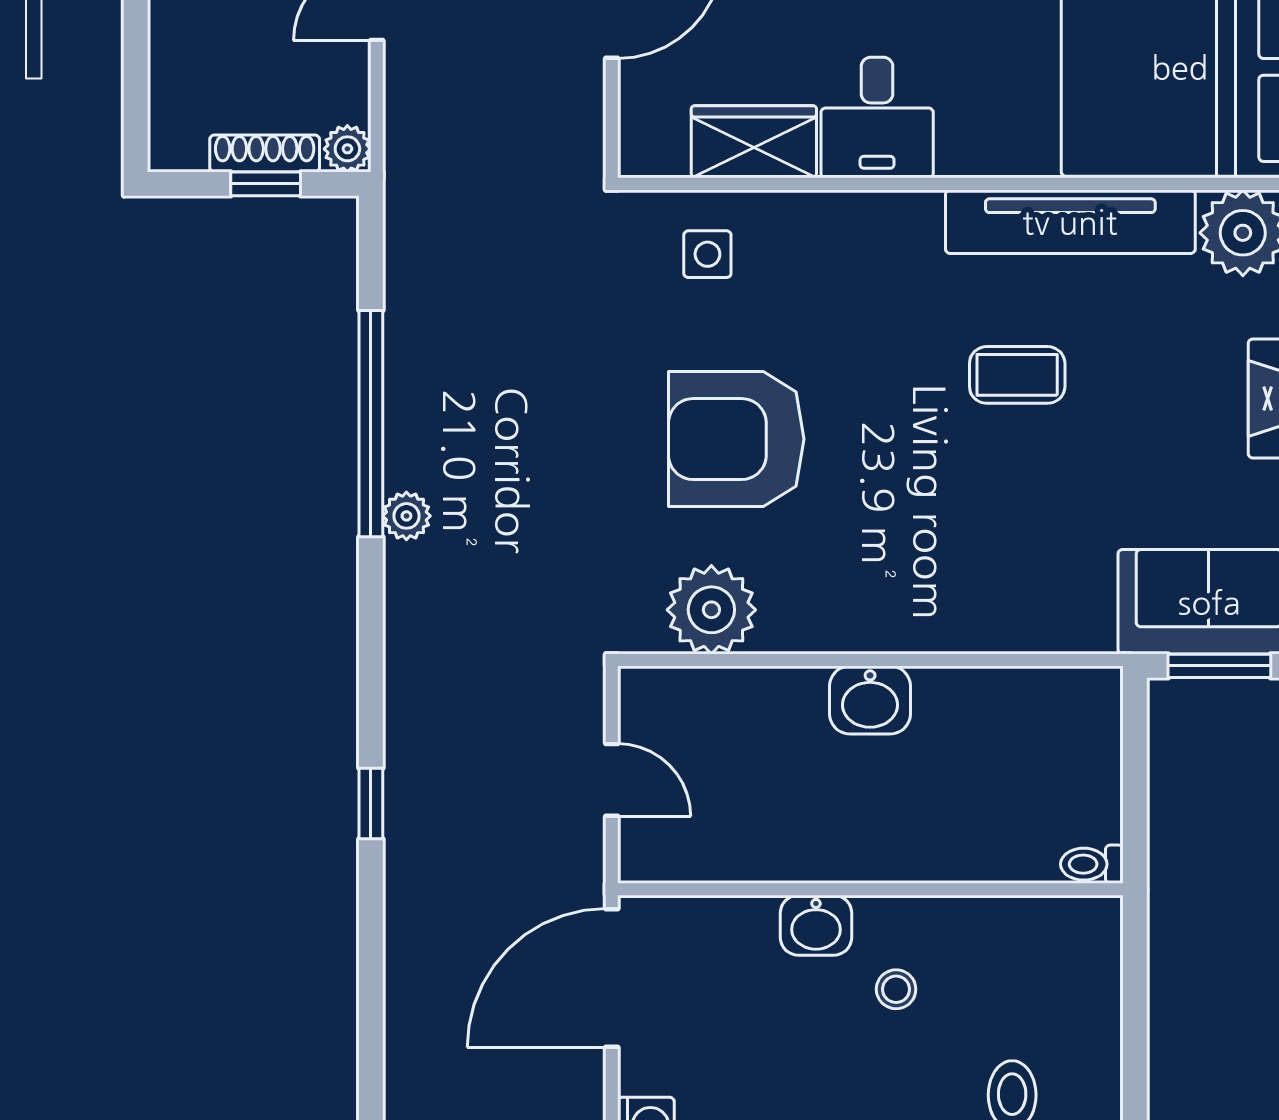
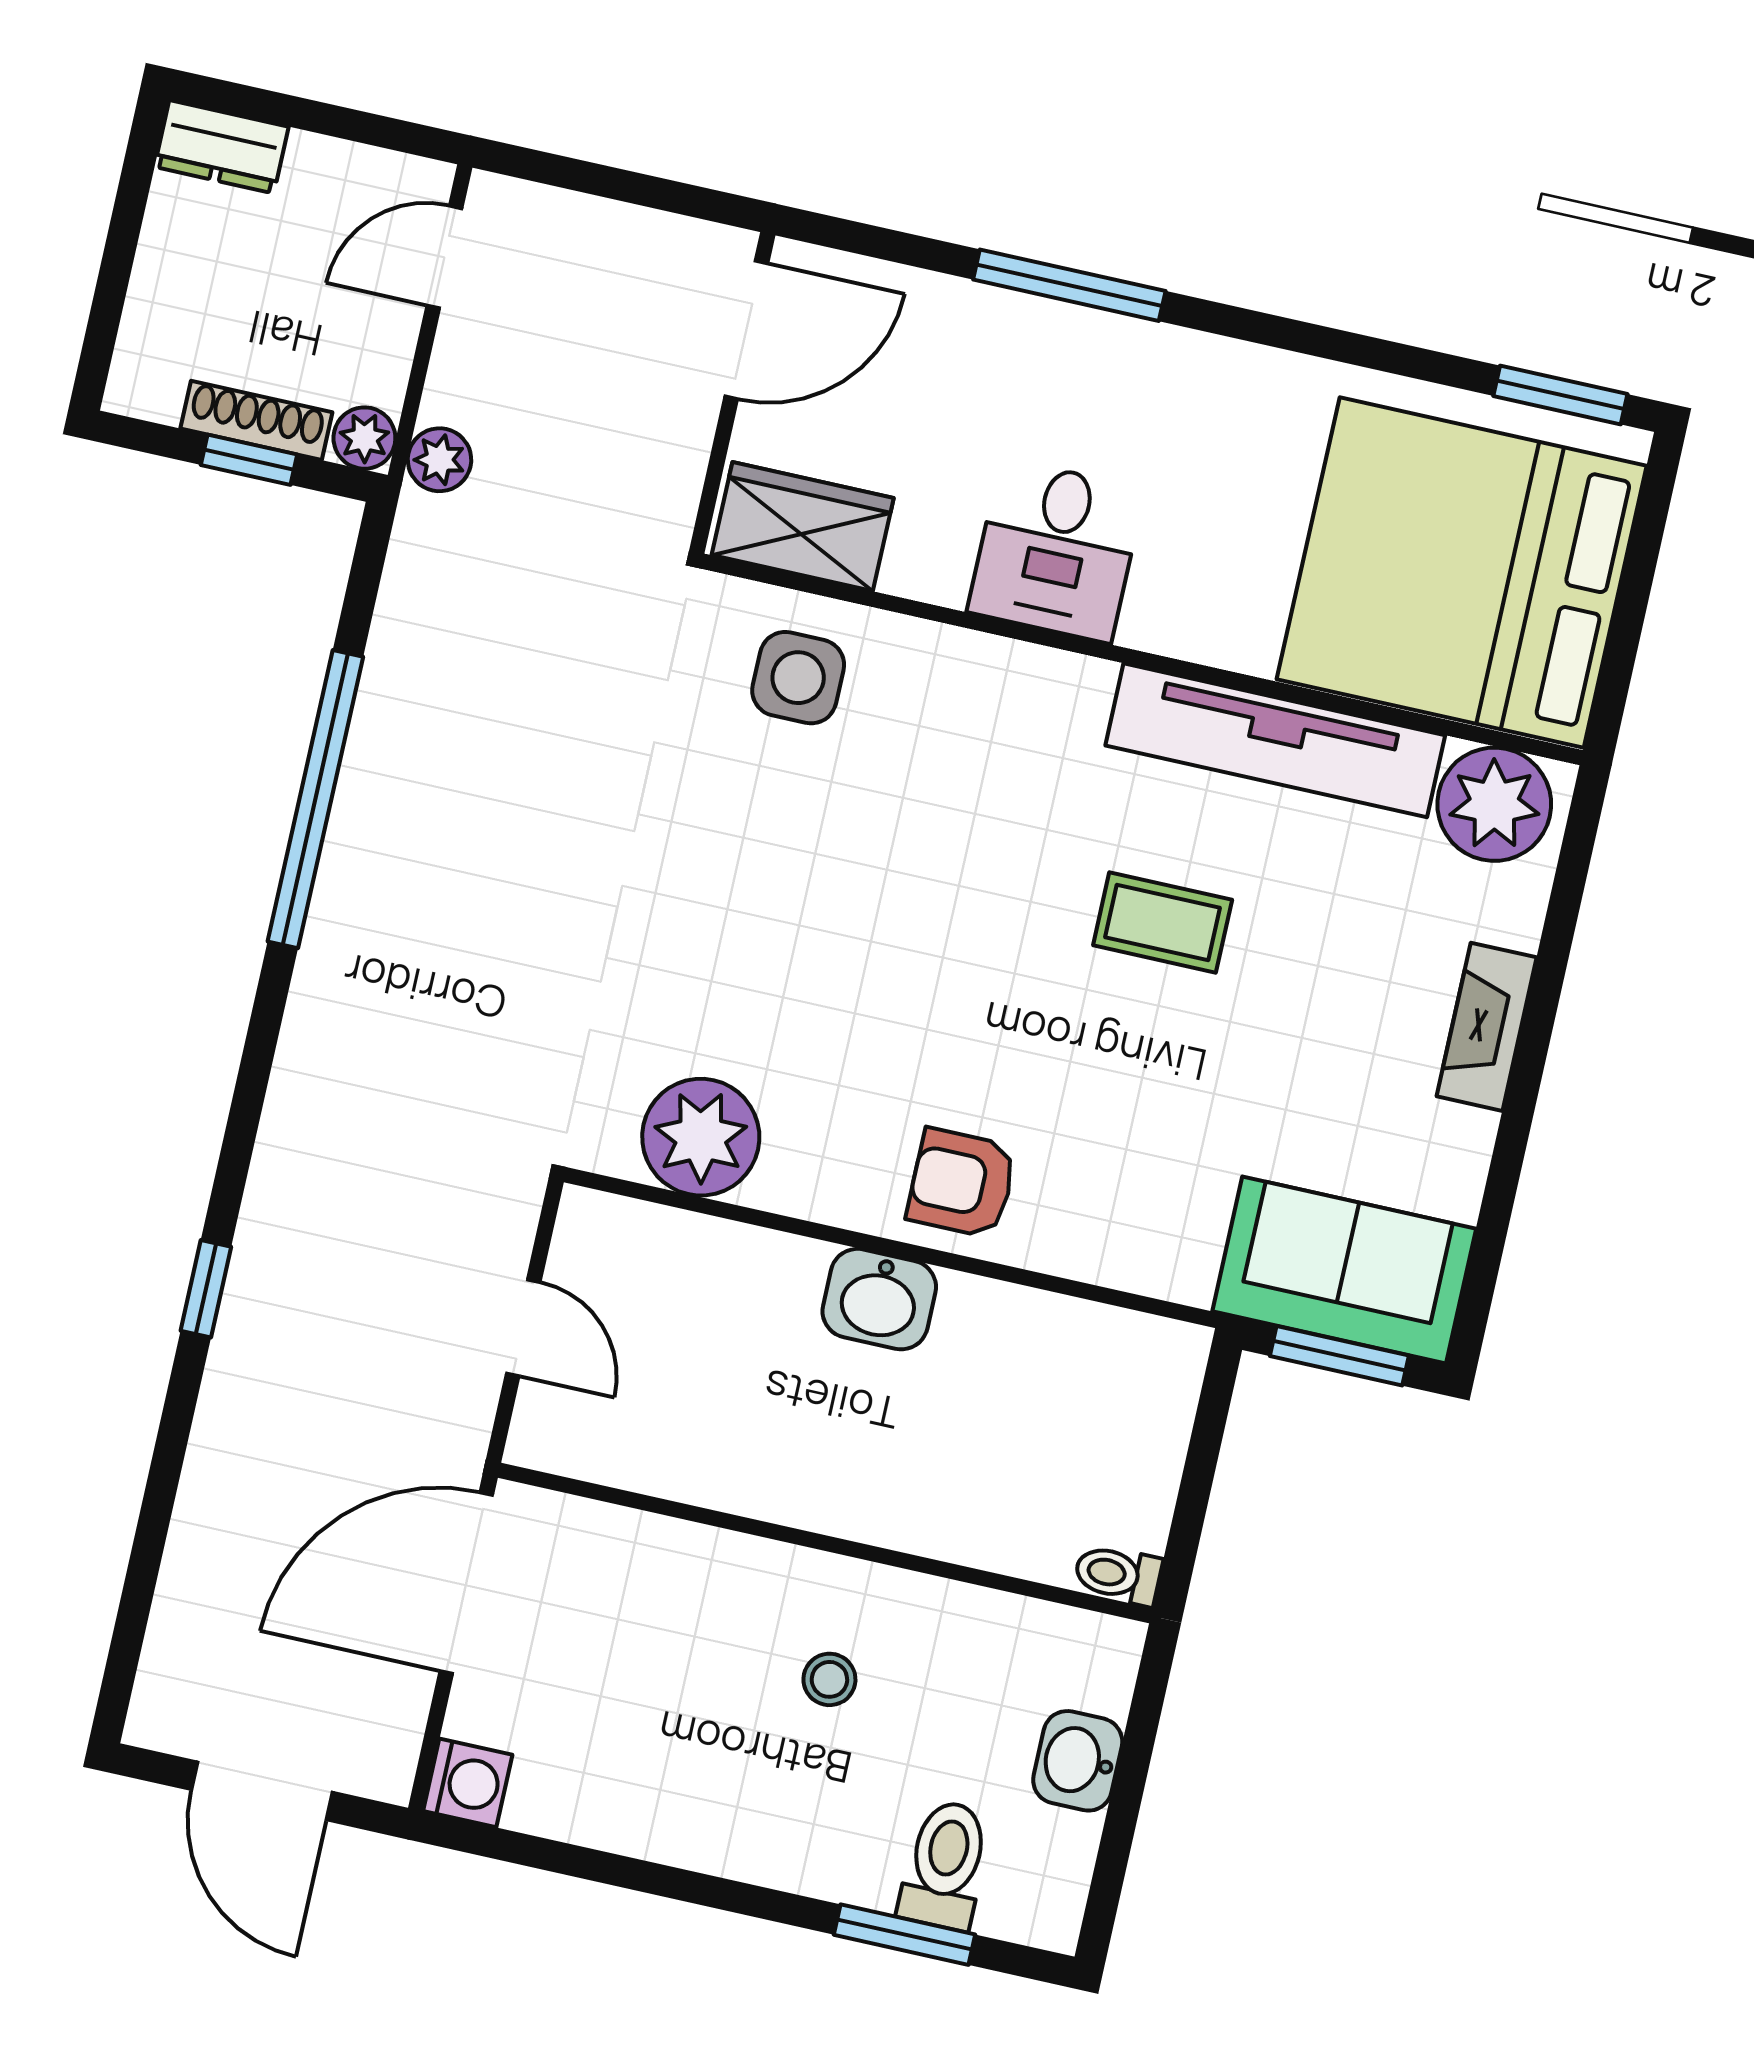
wardrobe: (754, 142) -> (803, 527), moved
side table: (707, 254) -> (798, 678), width x1.37, depth x1.37
armchair: (736, 439) -> (962, 1183), moved, width x0.53, depth x0.53
plant: (406, 516) -> (440, 460), moved
washbasin: (816, 925) -> (1078, 1761), moved, turned 90

